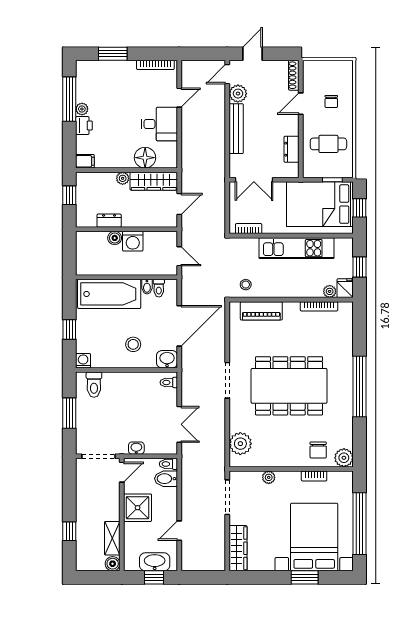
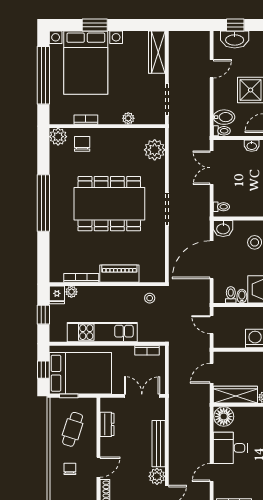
cafe table: (328, 144) -> (73, 429), turned -72
floor lamp: (145, 158) -> (224, 417), moved
piano: (261, 311) -> (119, 274), moved

